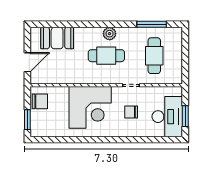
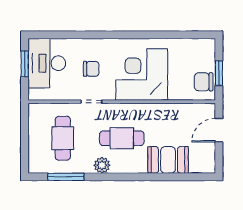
plant: (110, 34) -> (102, 165), moved
booth: (57, 38) -> (168, 160), moved
window: (27, 120) -> (219, 73), moved

